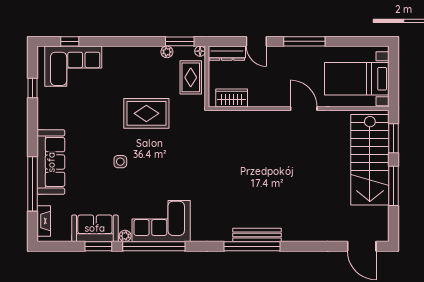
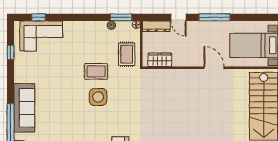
rug: (191, 77) -> (127, 54), moved
rug: (146, 113) -> (96, 71), width x0.73, depth x0.70
side table: (120, 162) -> (98, 97), moved, width x1.87, depth x1.87

